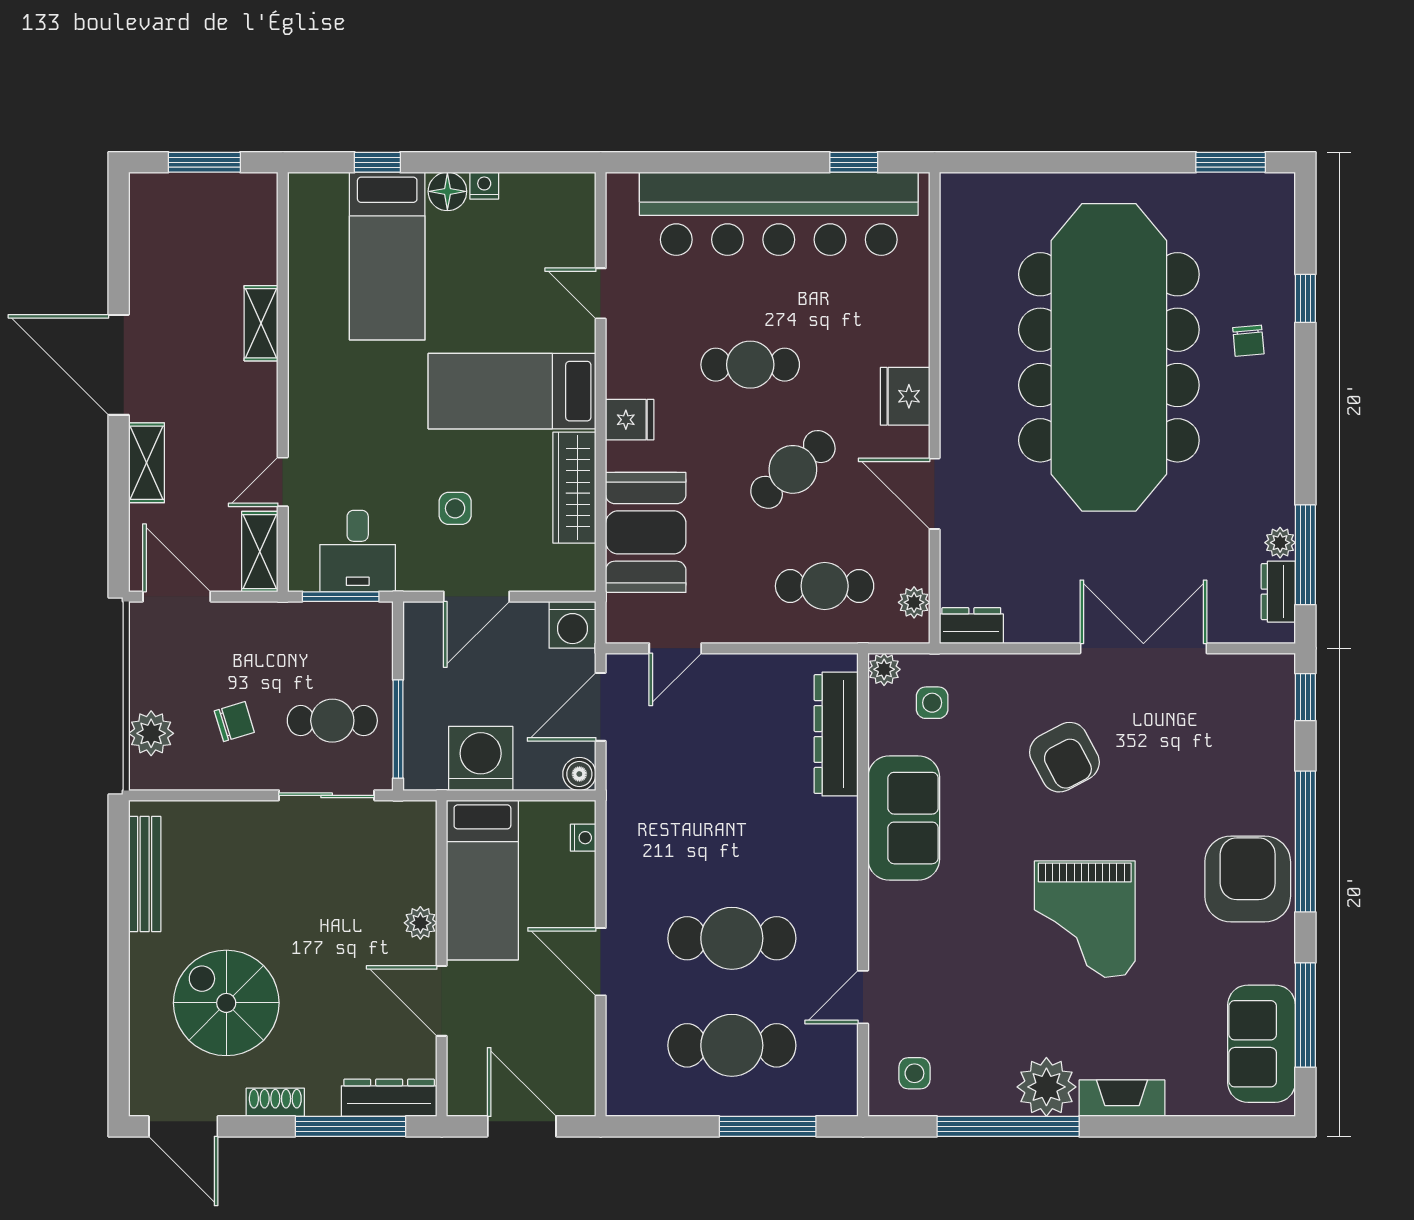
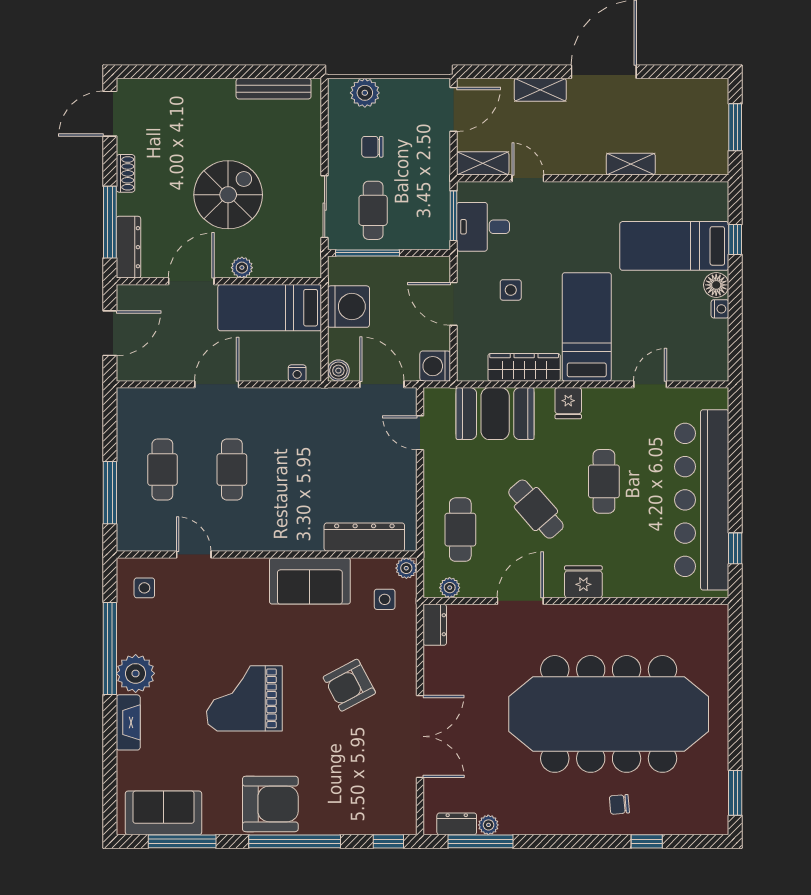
chair: (234, 722) -> (372, 147), turned 107
cafe table: (732, 938) -> (232, 469), width x0.73, depth x0.74
spiral stairs: (226, 1003) -> (228, 195), moved
cafe table: (732, 1045) -> (162, 469), width x0.73, depth x0.74

